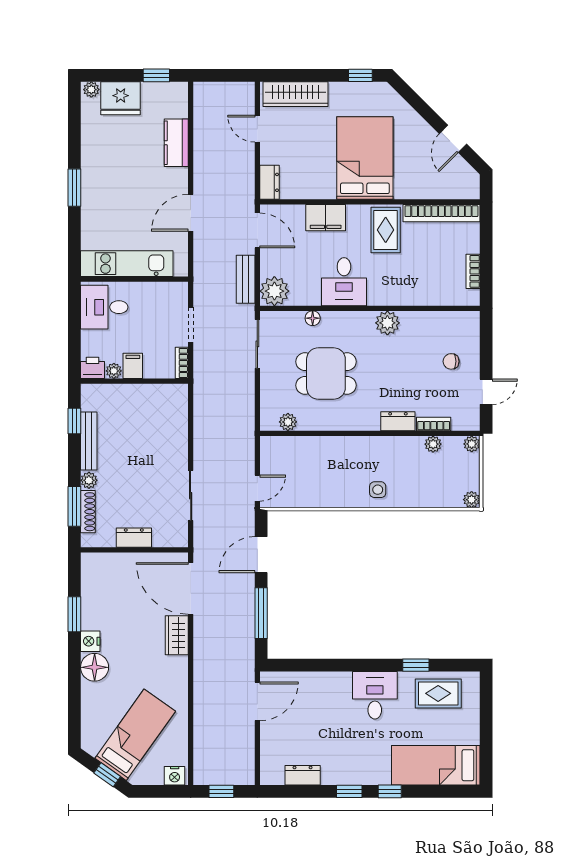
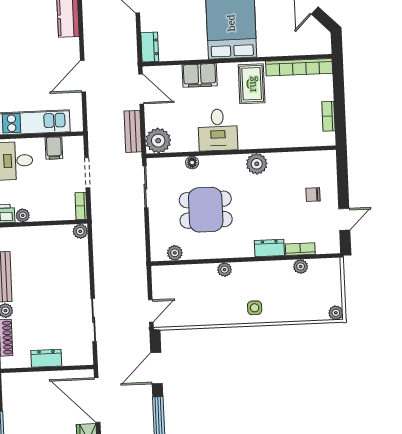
filing cabinet: (133, 366) -> (54, 148), moved, turned 180
plant: (180, 392) -> (80, 231), added
plant: (472, 444) -> (224, 270), moved

